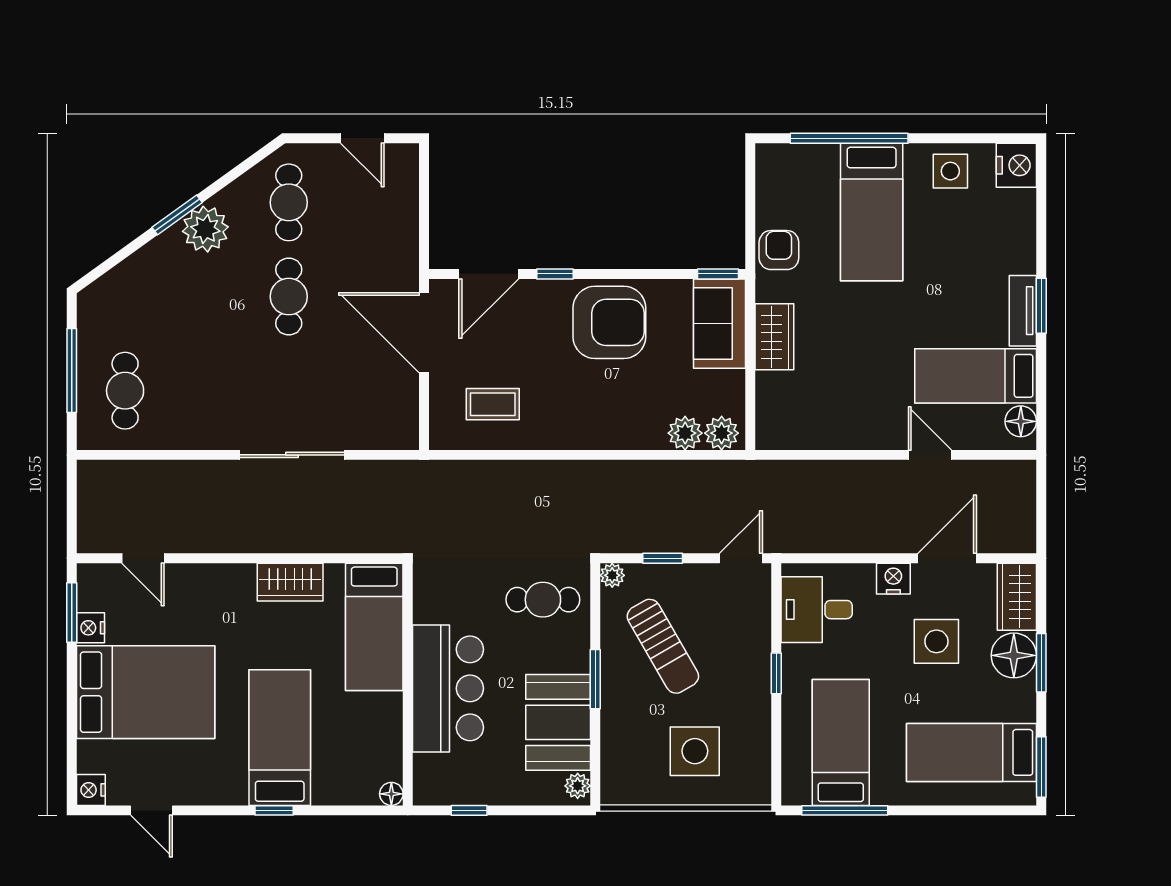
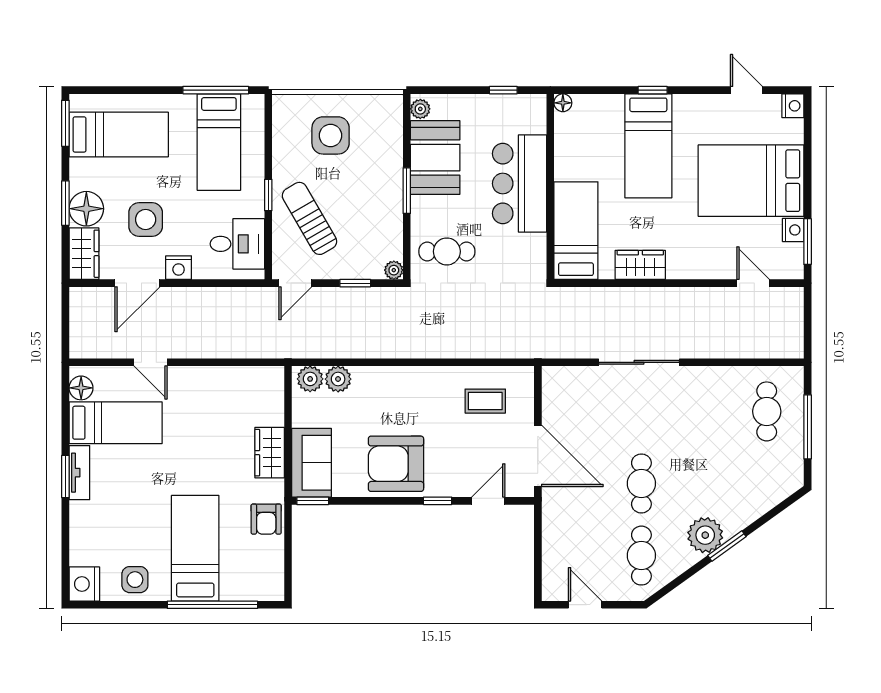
door: (489, 274) -> (488, 501), width x0.73
sun lounger: (663, 646) -> (309, 218), moved

